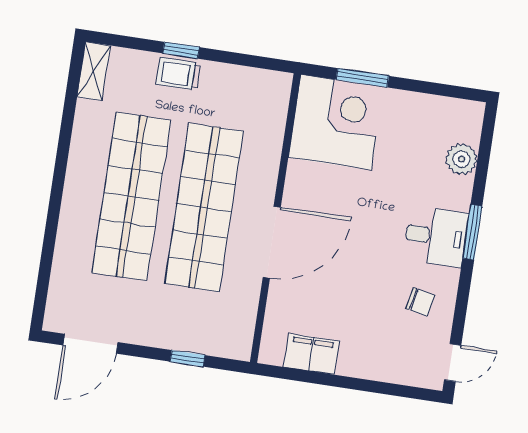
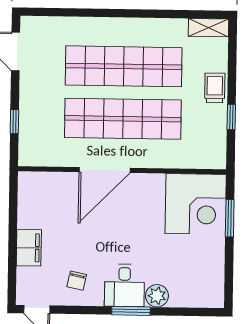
window: (181, 50) -> (231, 117), moved
plant: (462, 159) -> (157, 296), moved
door: (272, 242) -> (105, 170), hinge flipped
filing cabinet: (311, 354) -> (29, 248), moved

